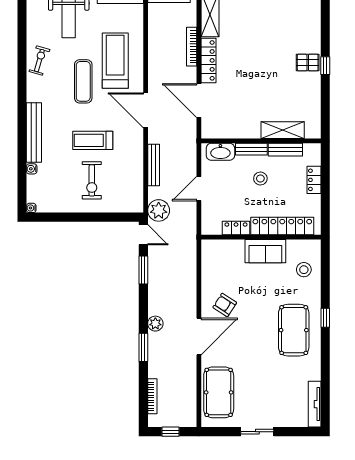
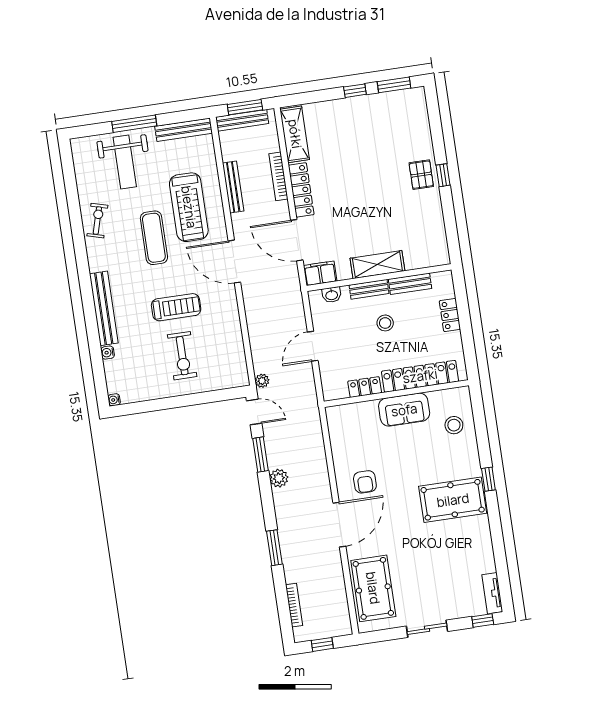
treadmill: (115, 61) -> (189, 207), turned 180
pallet: (308, 63) -> (421, 175), turned 90
filing cabinet: (214, 130) -> (320, 273), added
shelving: (283, 130) -> (377, 265), moved
treadmill: (93, 140) -> (176, 307), turned 180
washbasin: (220, 152) -> (332, 295), width x0.52, depth x0.69
bench: (154, 165) -> (233, 187), moved
plant: (159, 210) -> (262, 381), width x0.53, depth x0.53
armchair: (225, 305) -> (365, 482), turned -123
plant: (155, 324) -> (279, 478), moved
pool table: (294, 330) -> (453, 500), turned 90
tv unit: (315, 404) -> (492, 593), width x0.71
window: (303, 432) -> (483, 620), added

